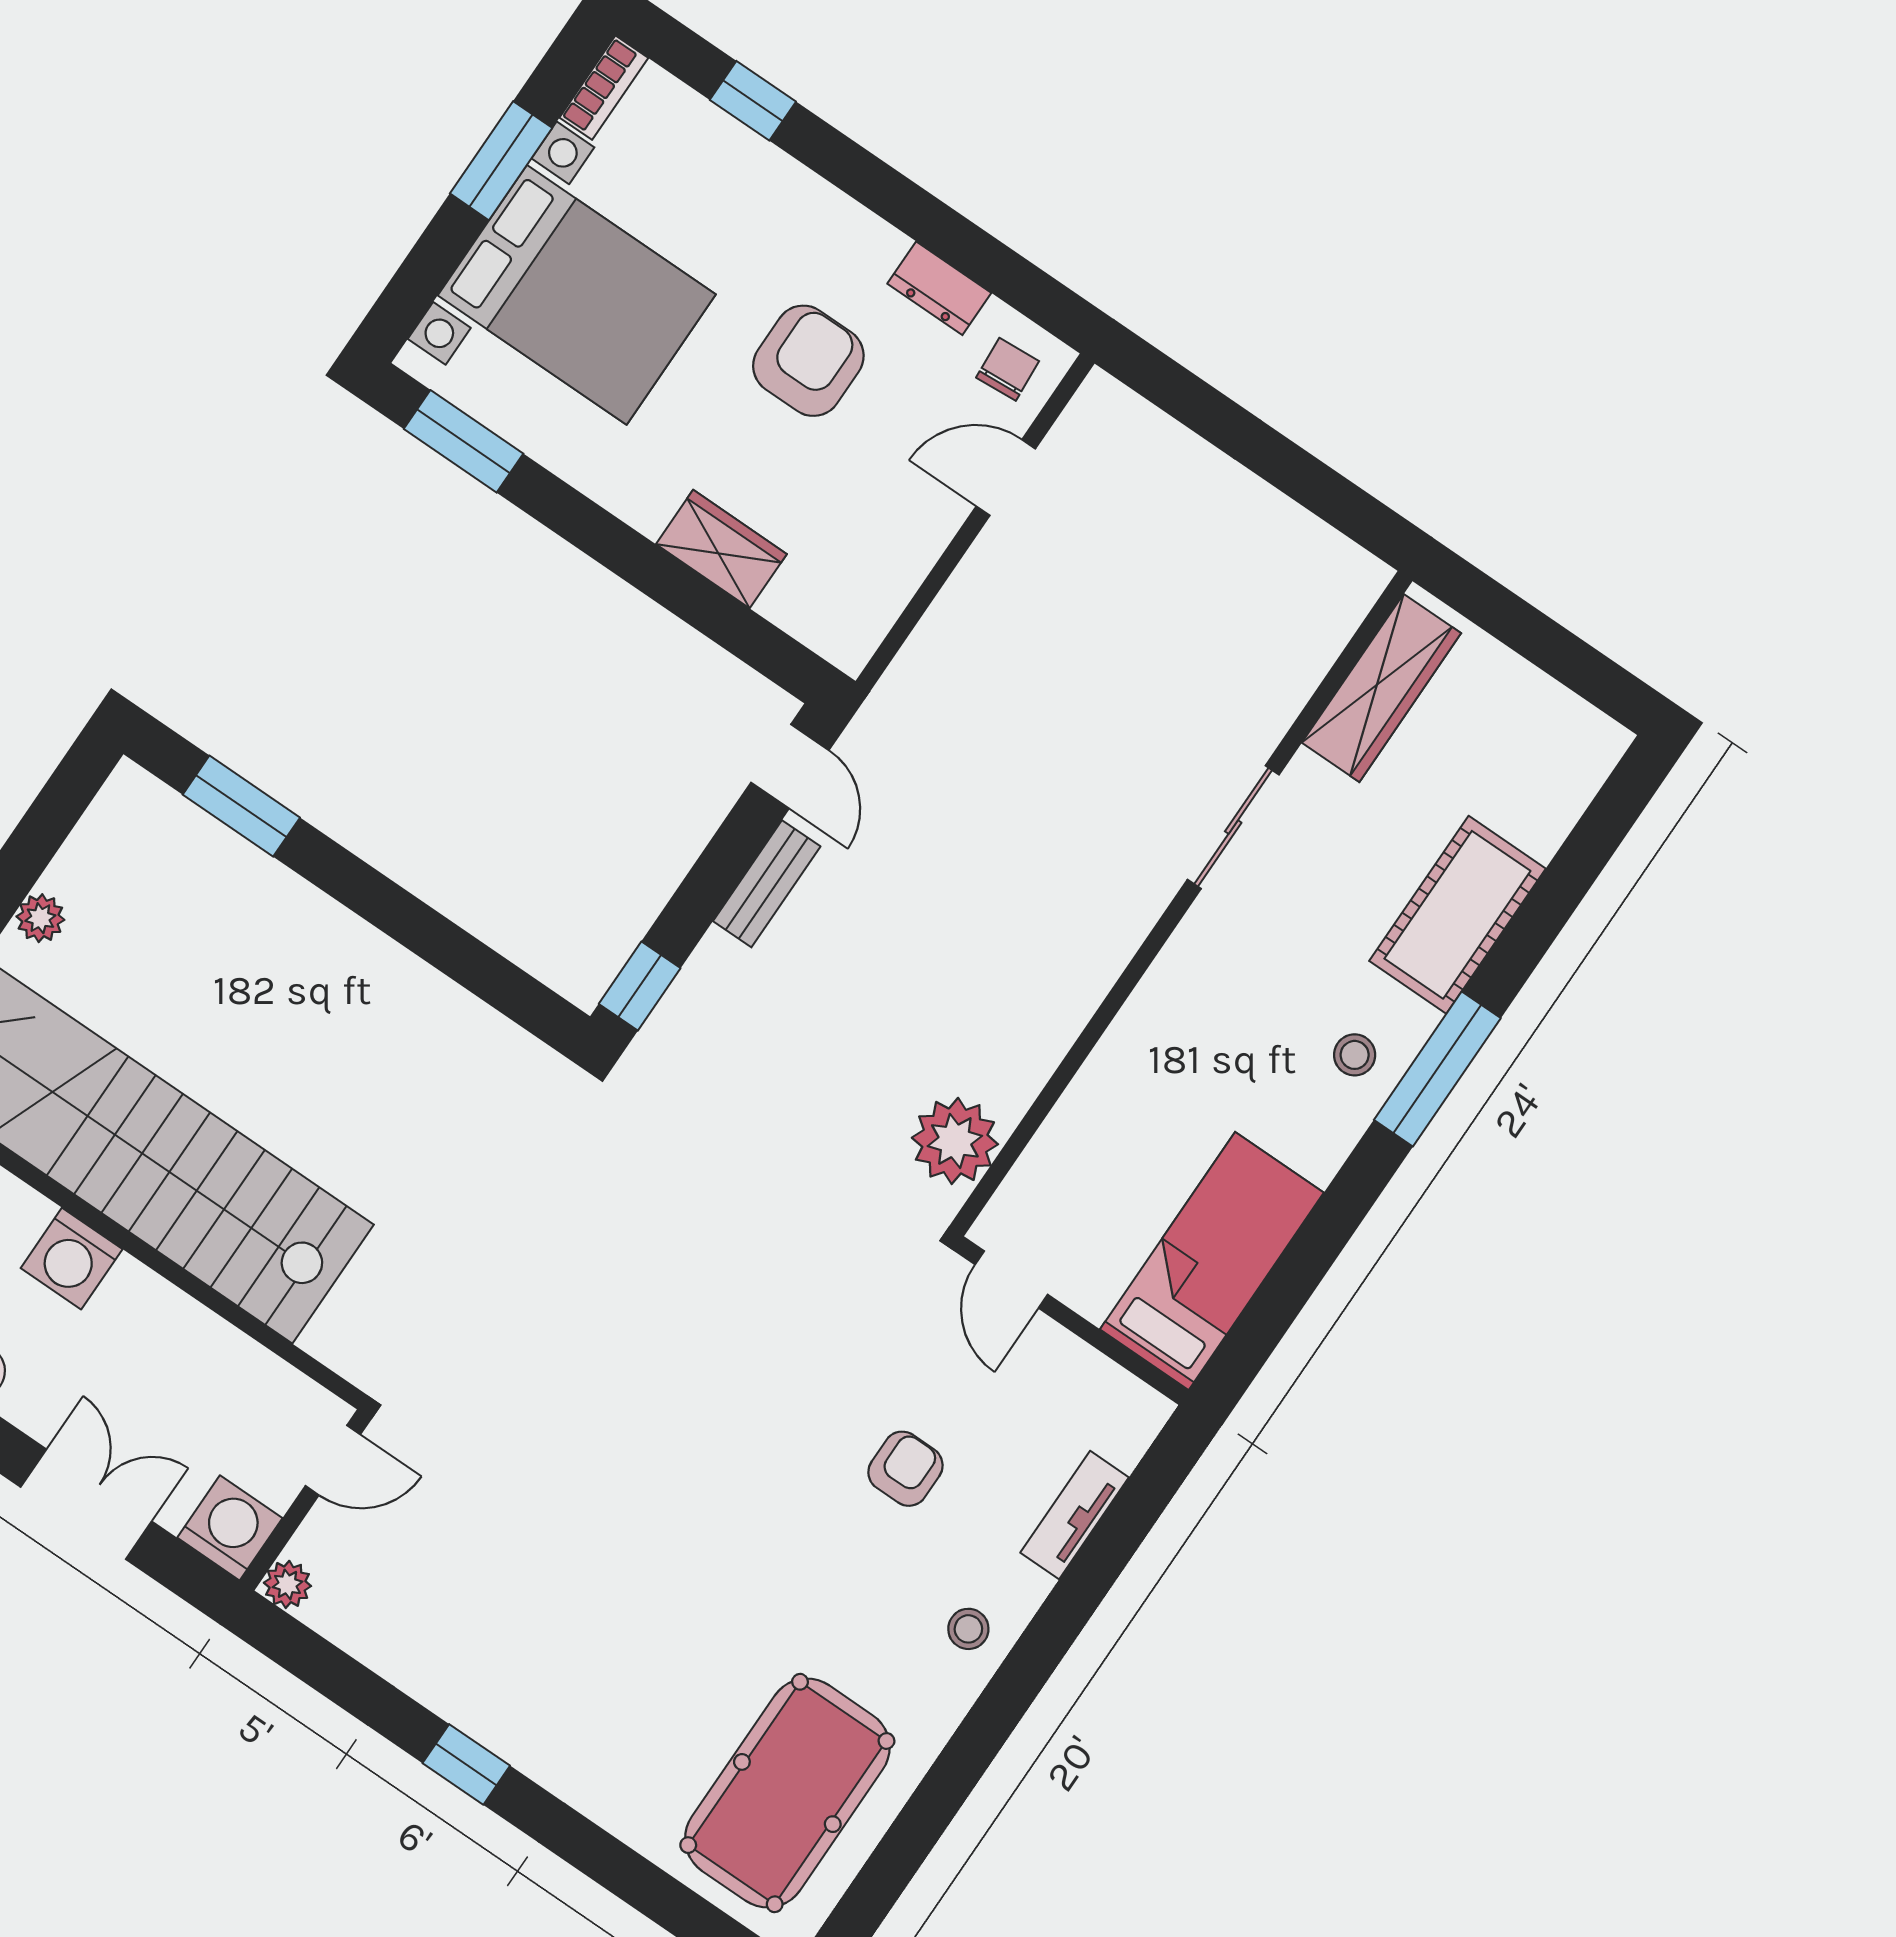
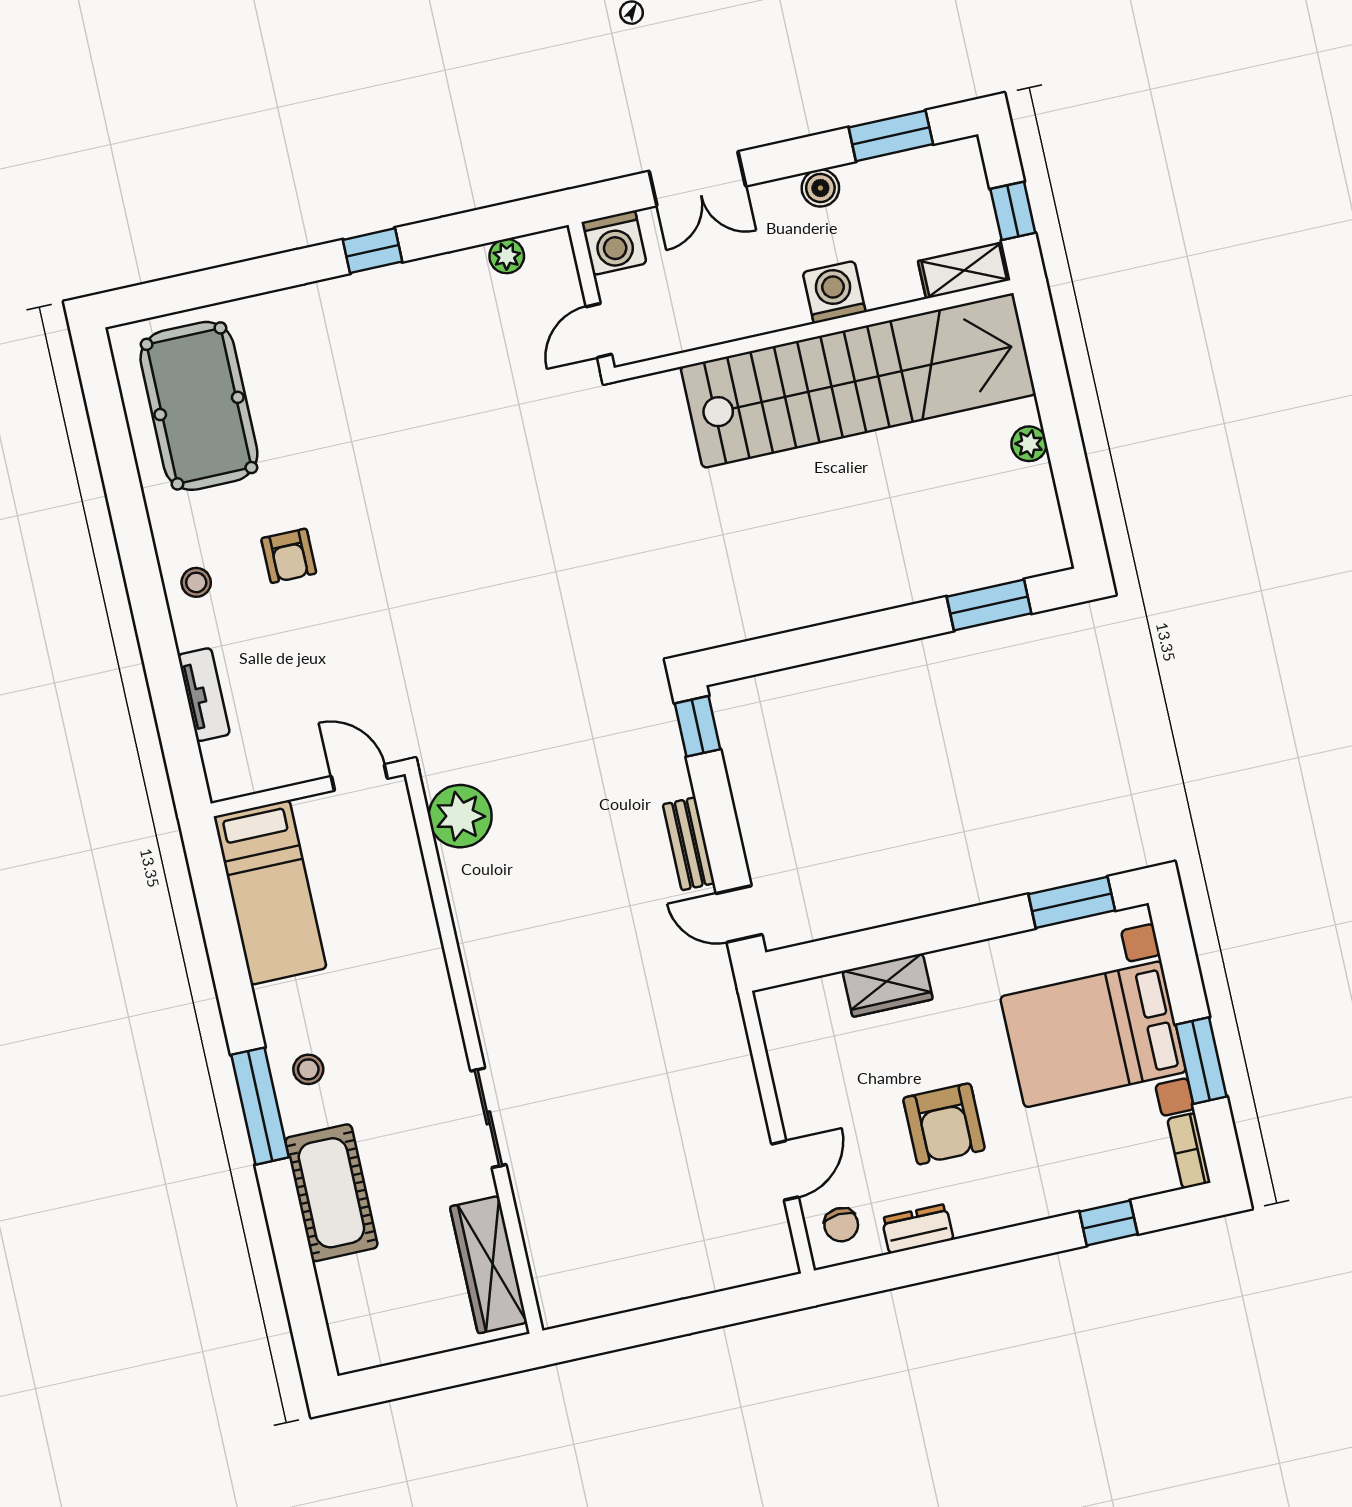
armchair: (905, 1469) -> (289, 556), moved
plant: (287, 1584) -> (507, 256), moved

